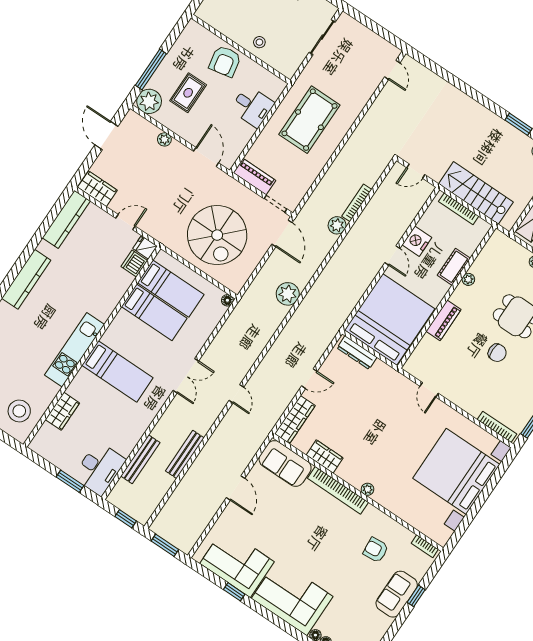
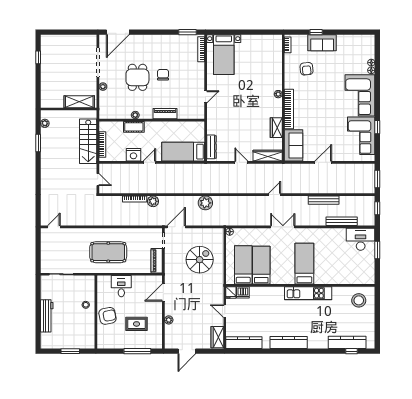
plant: (149, 101) -> (155, 341), removed
spiral stairs: (217, 235) -> (200, 260), width x0.73, depth x0.73
bed: (390, 319) -> (183, 152), width x0.49
wardrobe: (62, 411) -> (344, 278), removed
bed with nightstands: (456, 471) -> (224, 55), width x0.54

